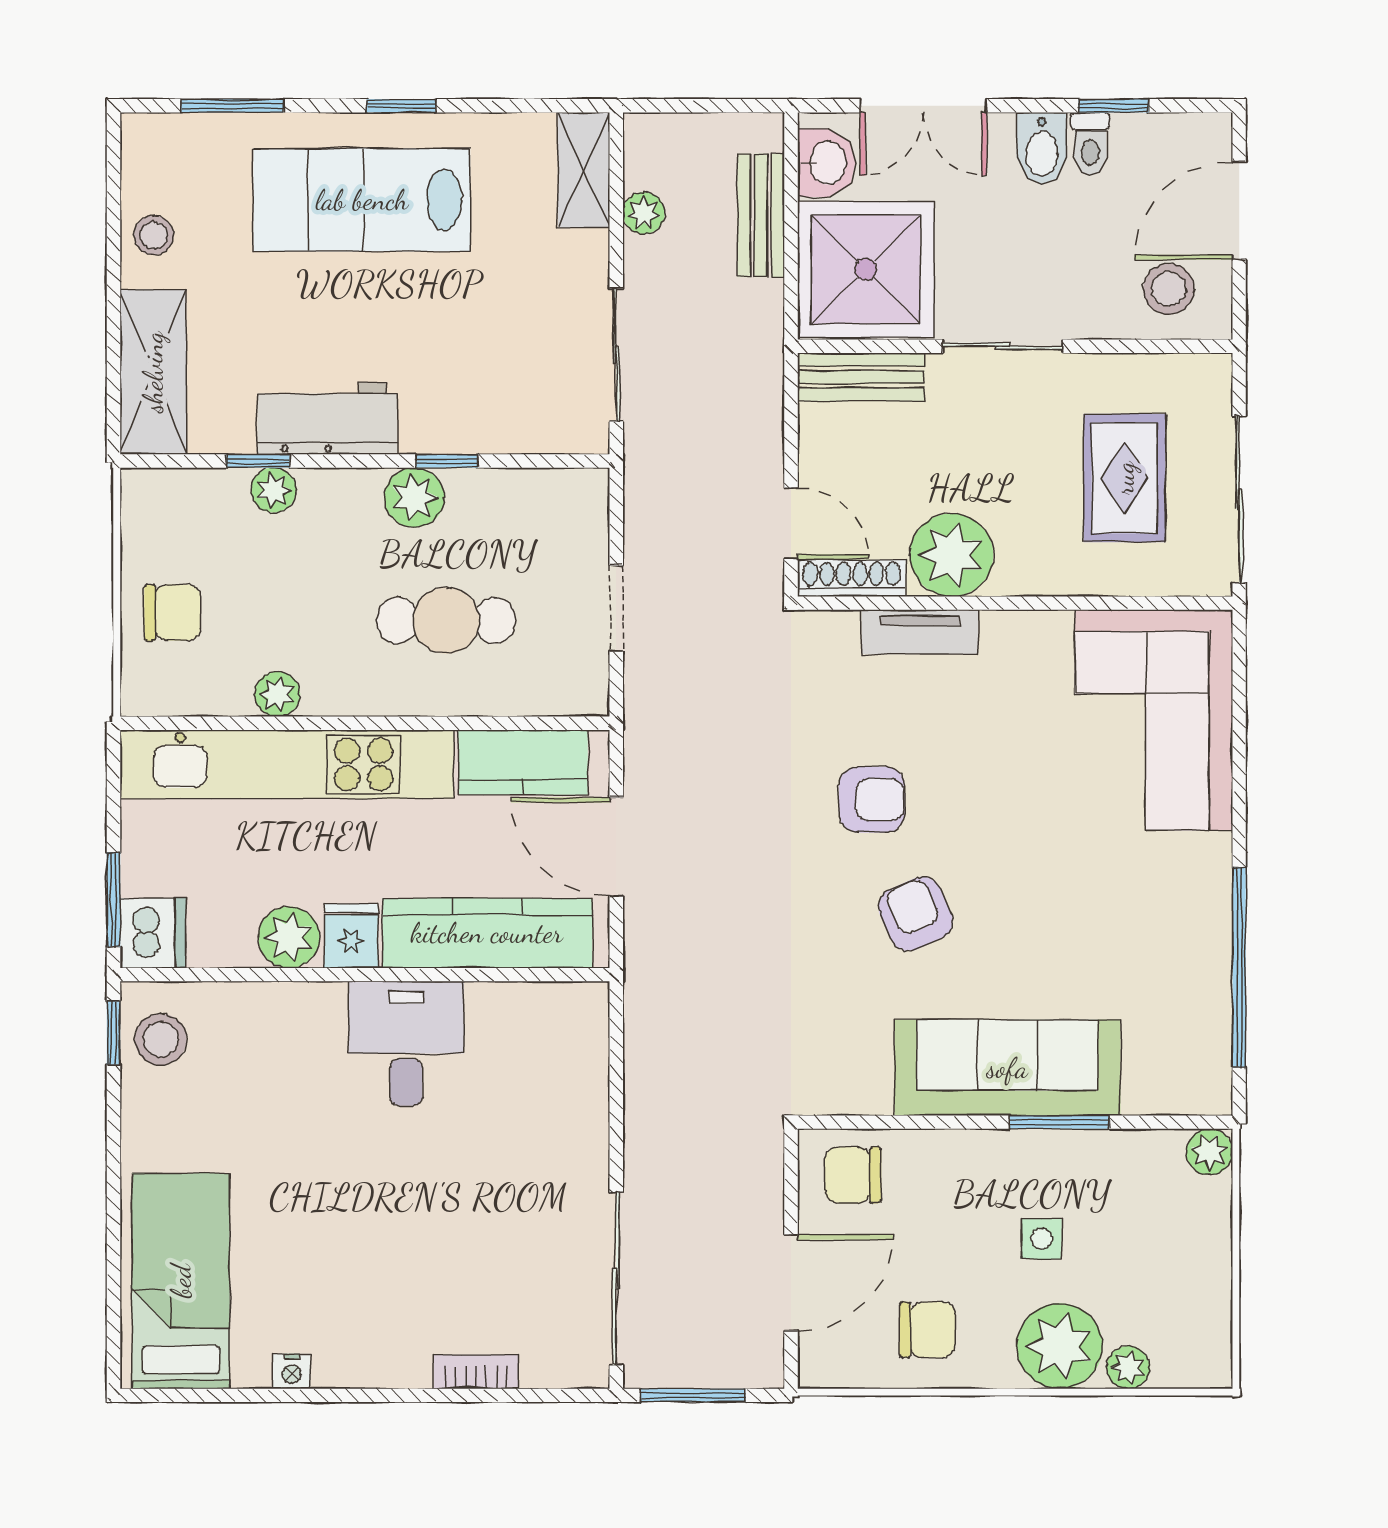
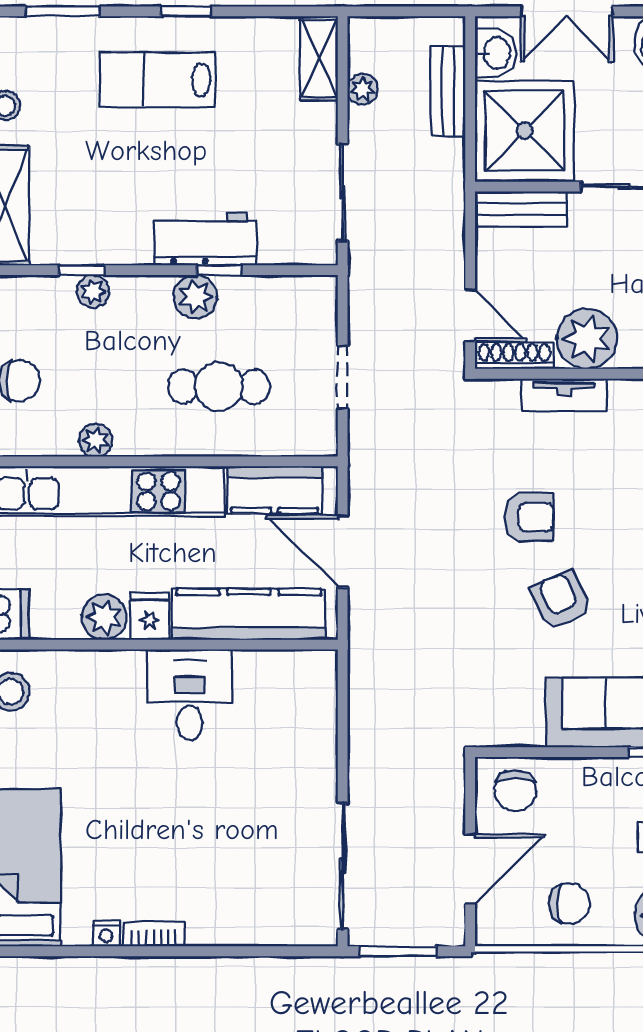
lab bench: (362, 200) -> (157, 80), width x0.73, depth x0.72
workbench: (327, 418) -> (205, 239), moved
chair: (853, 1175) -> (515, 791), turned -90
bookcase: (476, 1372) -> (154, 934), moved

